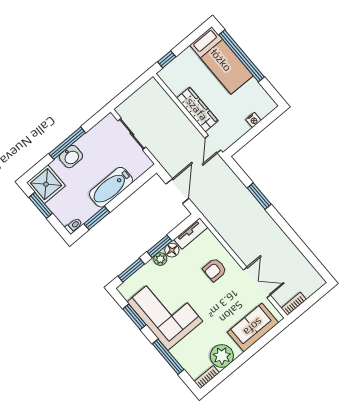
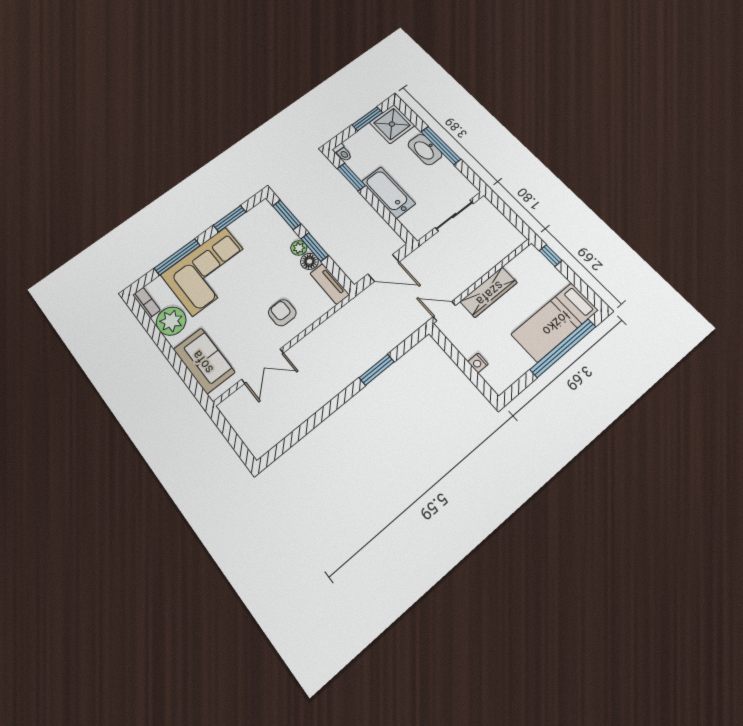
washbasin: (71, 157) -> (425, 150), width x1.38
bookcase: (294, 304) -> (231, 415), removed
corner sofa: (165, 312) -> (209, 271), moved

